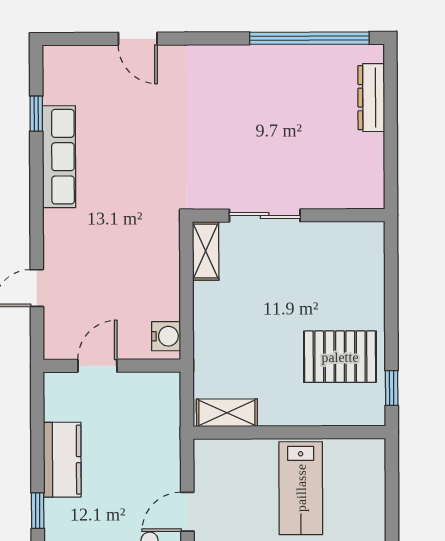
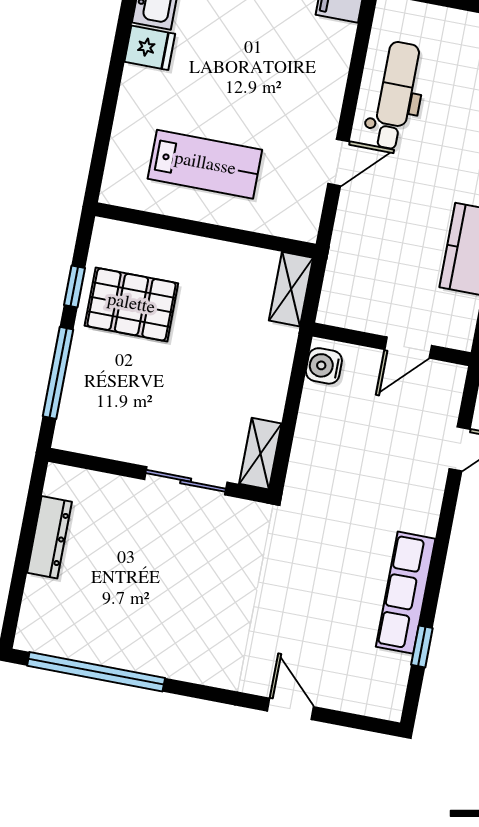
dresser: (371, 98) -> (49, 537), moved
window: (391, 286) -> (58, 373), added
window: (392, 388) -> (74, 287), moved
shelving: (227, 413) -> (291, 289), moved, turned 90
lab bench: (301, 488) -> (205, 164), turned 90

